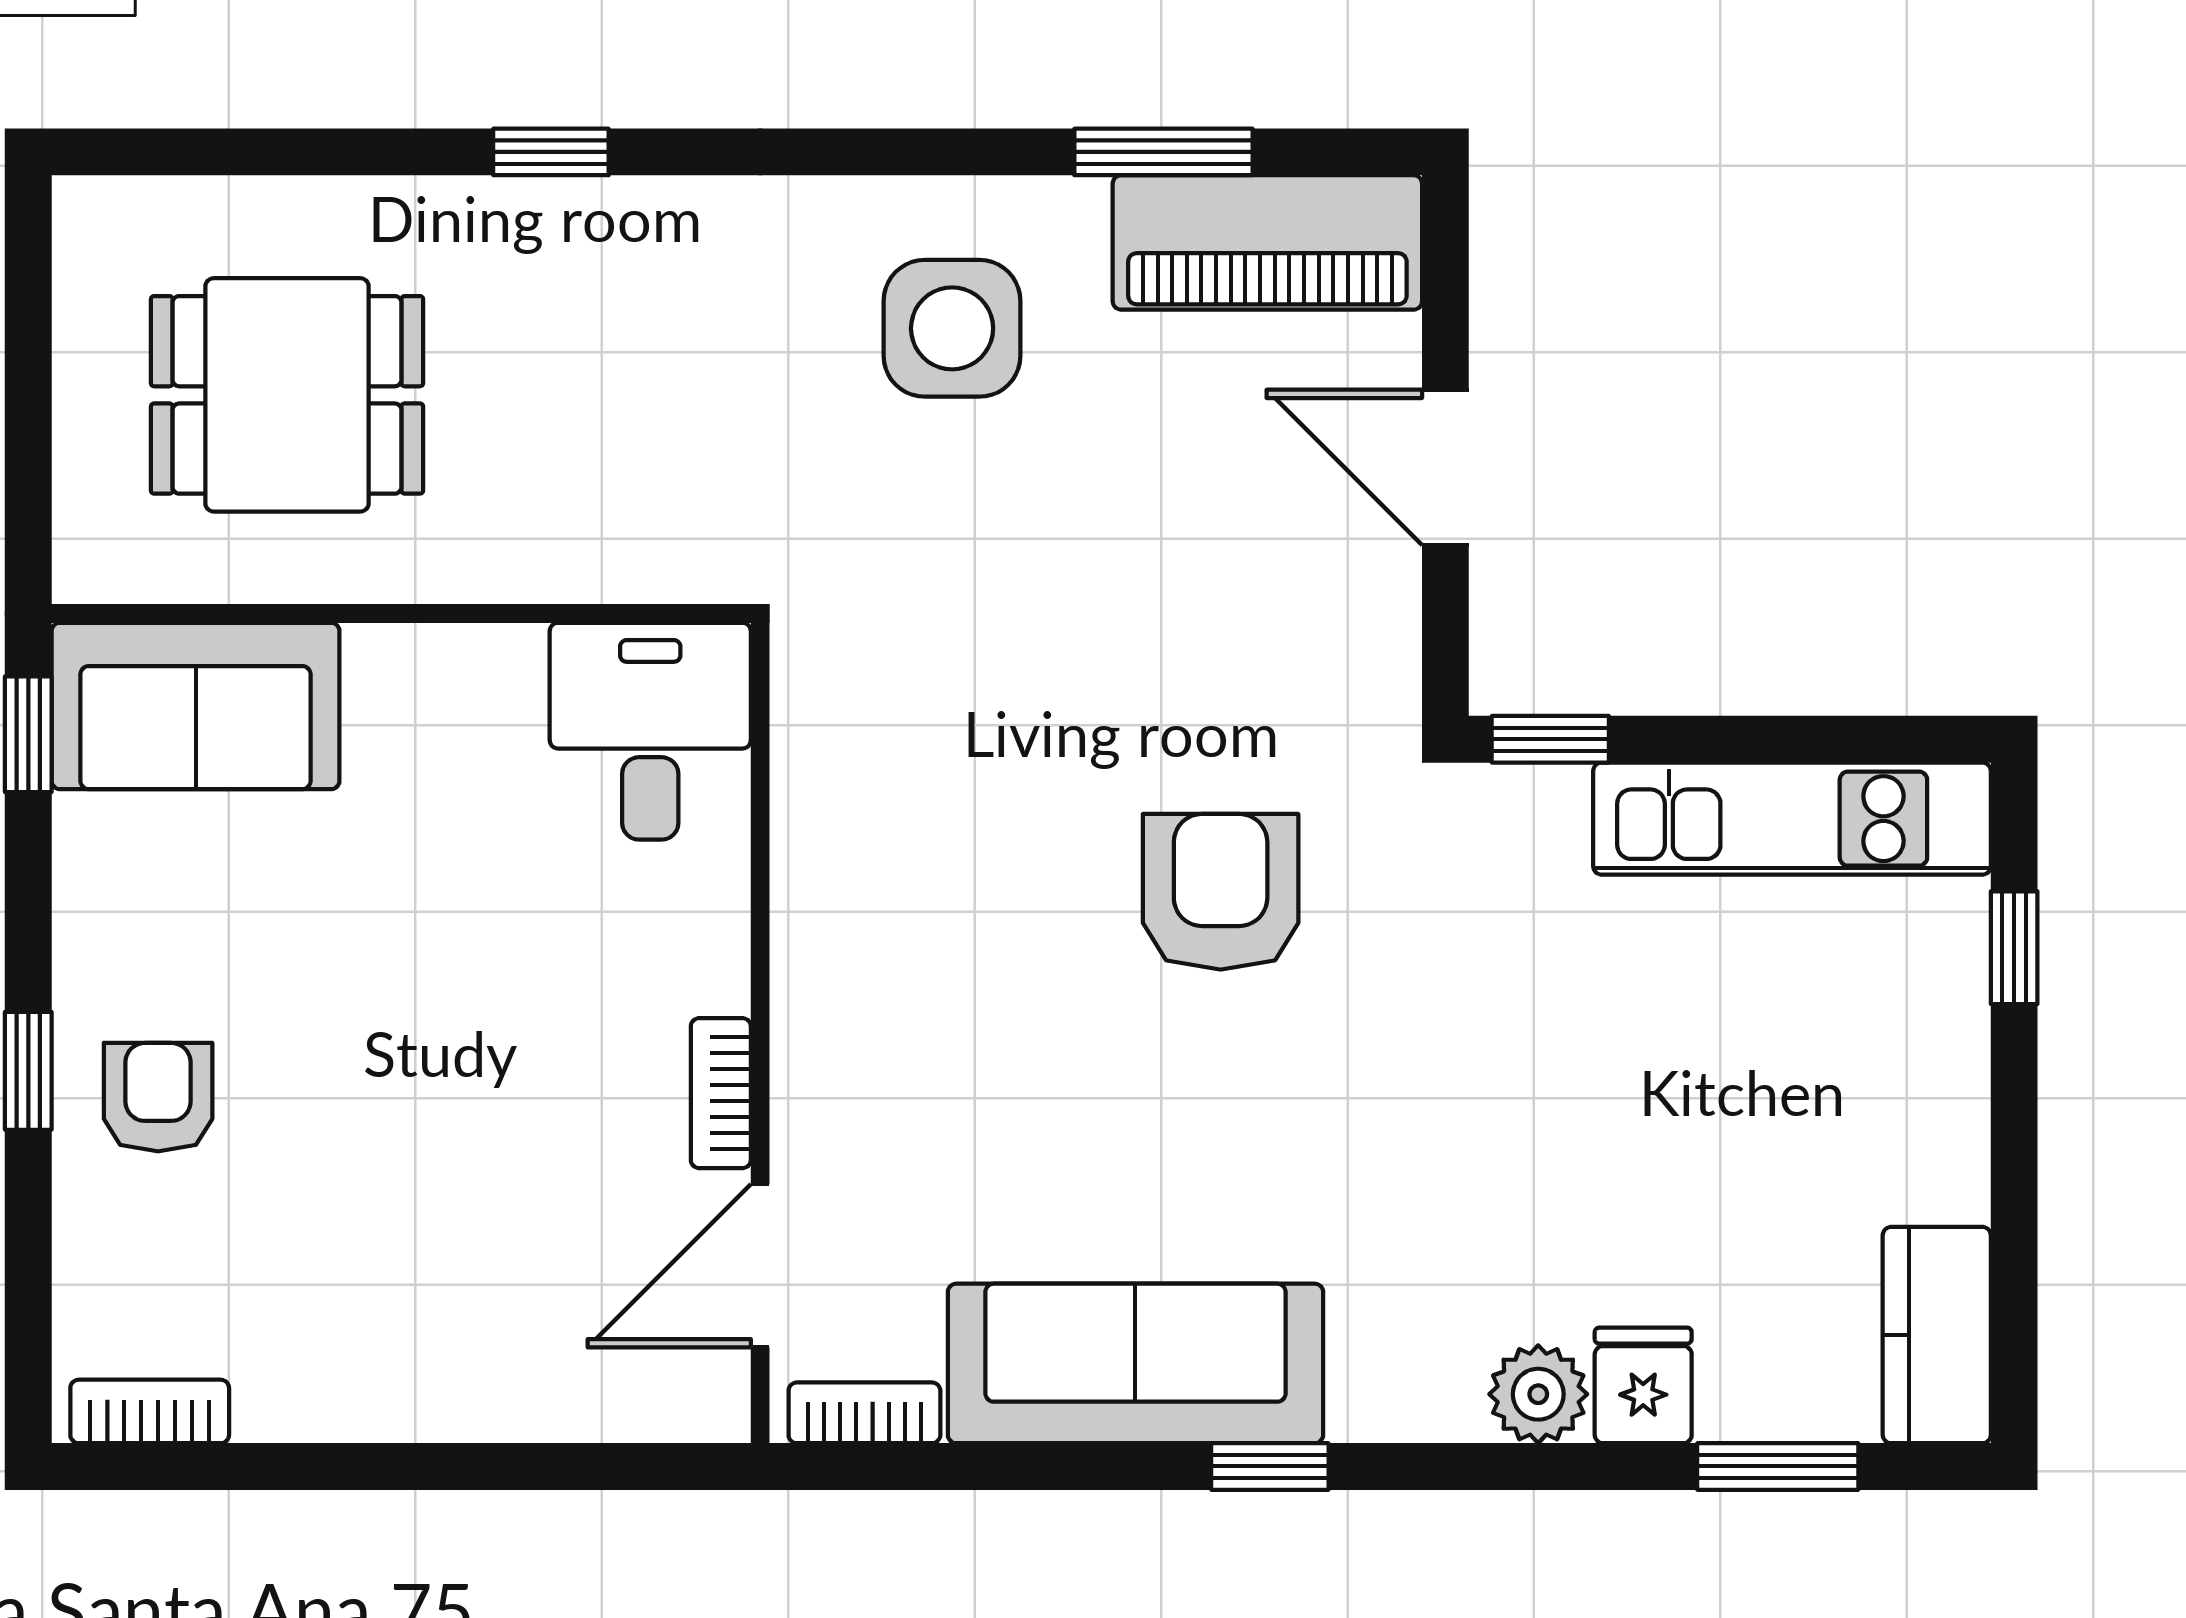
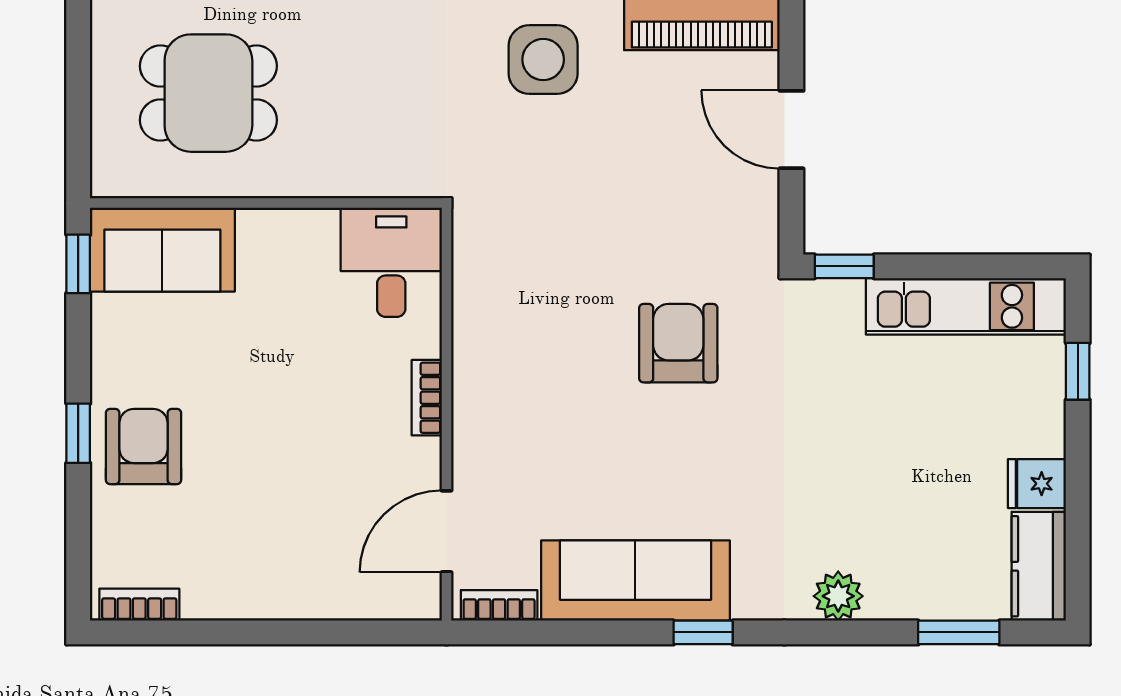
bookcase: (721, 1093) -> (427, 398), moved
armchair: (158, 1097) -> (143, 446), width x1.38, depth x1.38
fridge: (1643, 1385) -> (1037, 484), moved, turned -90

